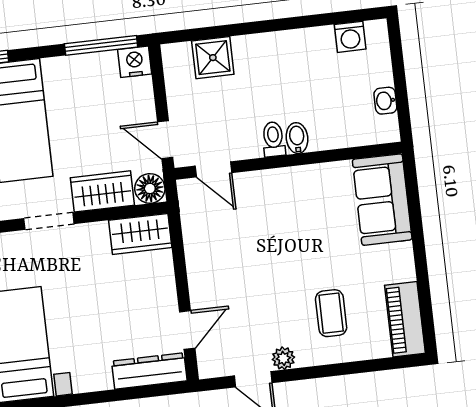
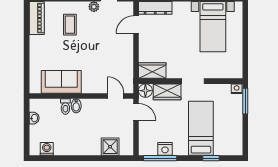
nightstand: (135, 62) -> (165, 149), moved
toilet: (273, 139) -> (65, 107), moved
sofa: (382, 200) -> (61, 82), moved, turned -90

